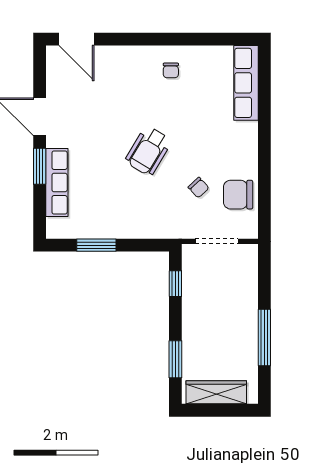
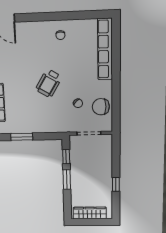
row of seats: (246, 83) -> (105, 49), width x1.36
window: (264, 337) -> (116, 184), width x0.46
window: (175, 359) -> (67, 180), moved

